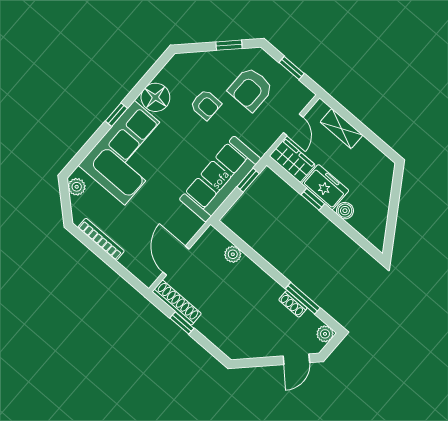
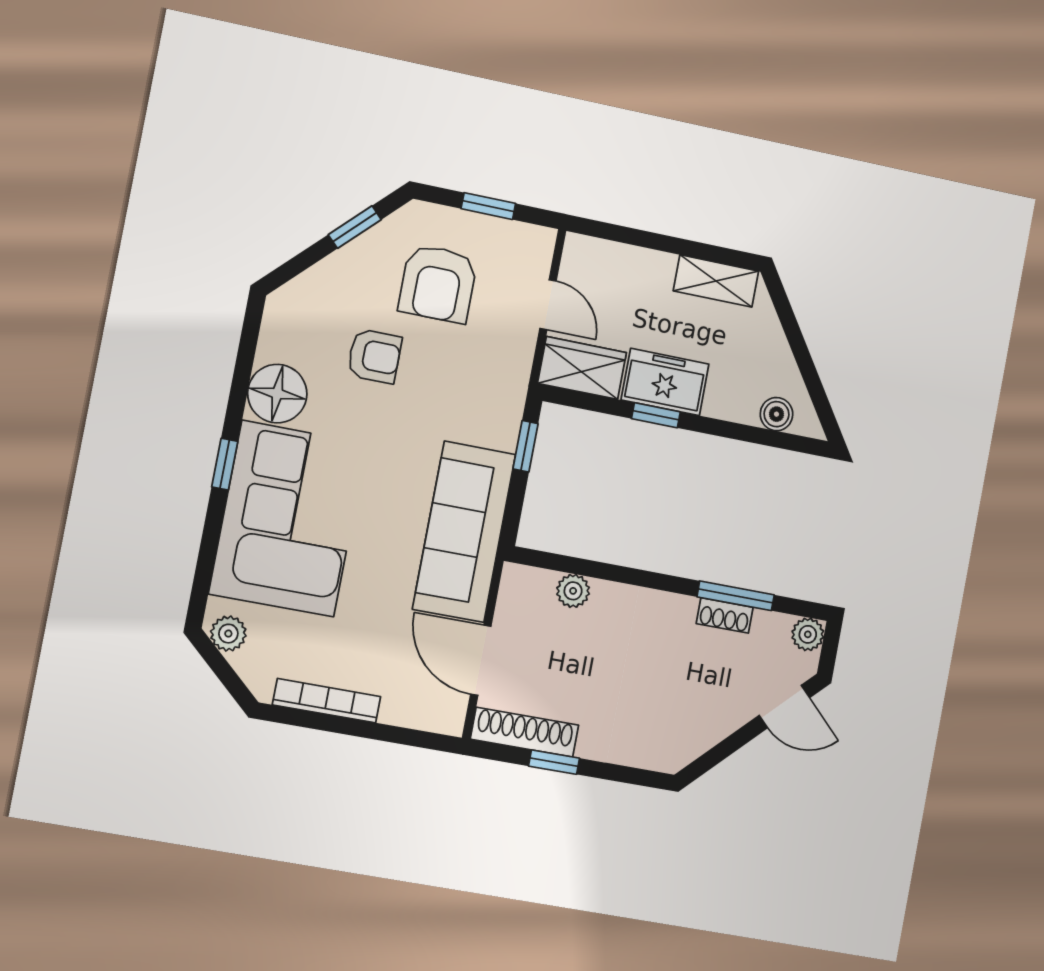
shelving: (341, 129) -> (716, 281), moved
sofa: (220, 179) -> (464, 532), moved
boiler: (345, 211) -> (776, 414), moved
door: (296, 359) -> (784, 706), hinge flipped

